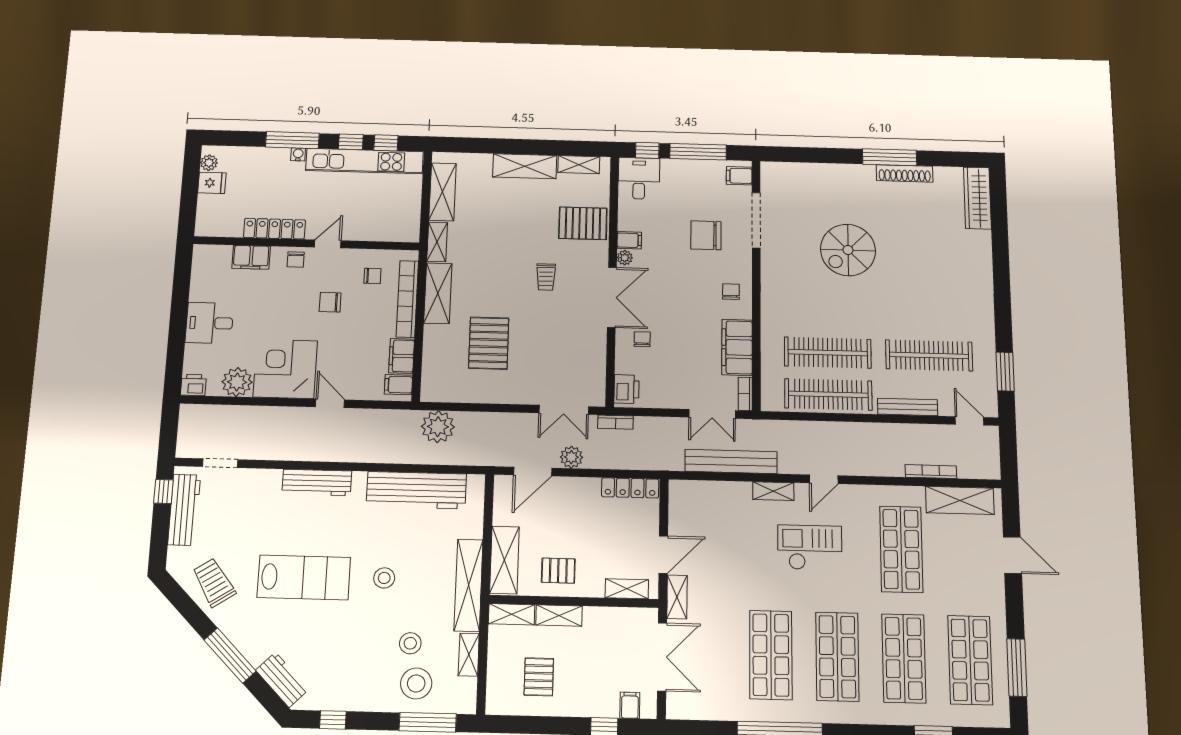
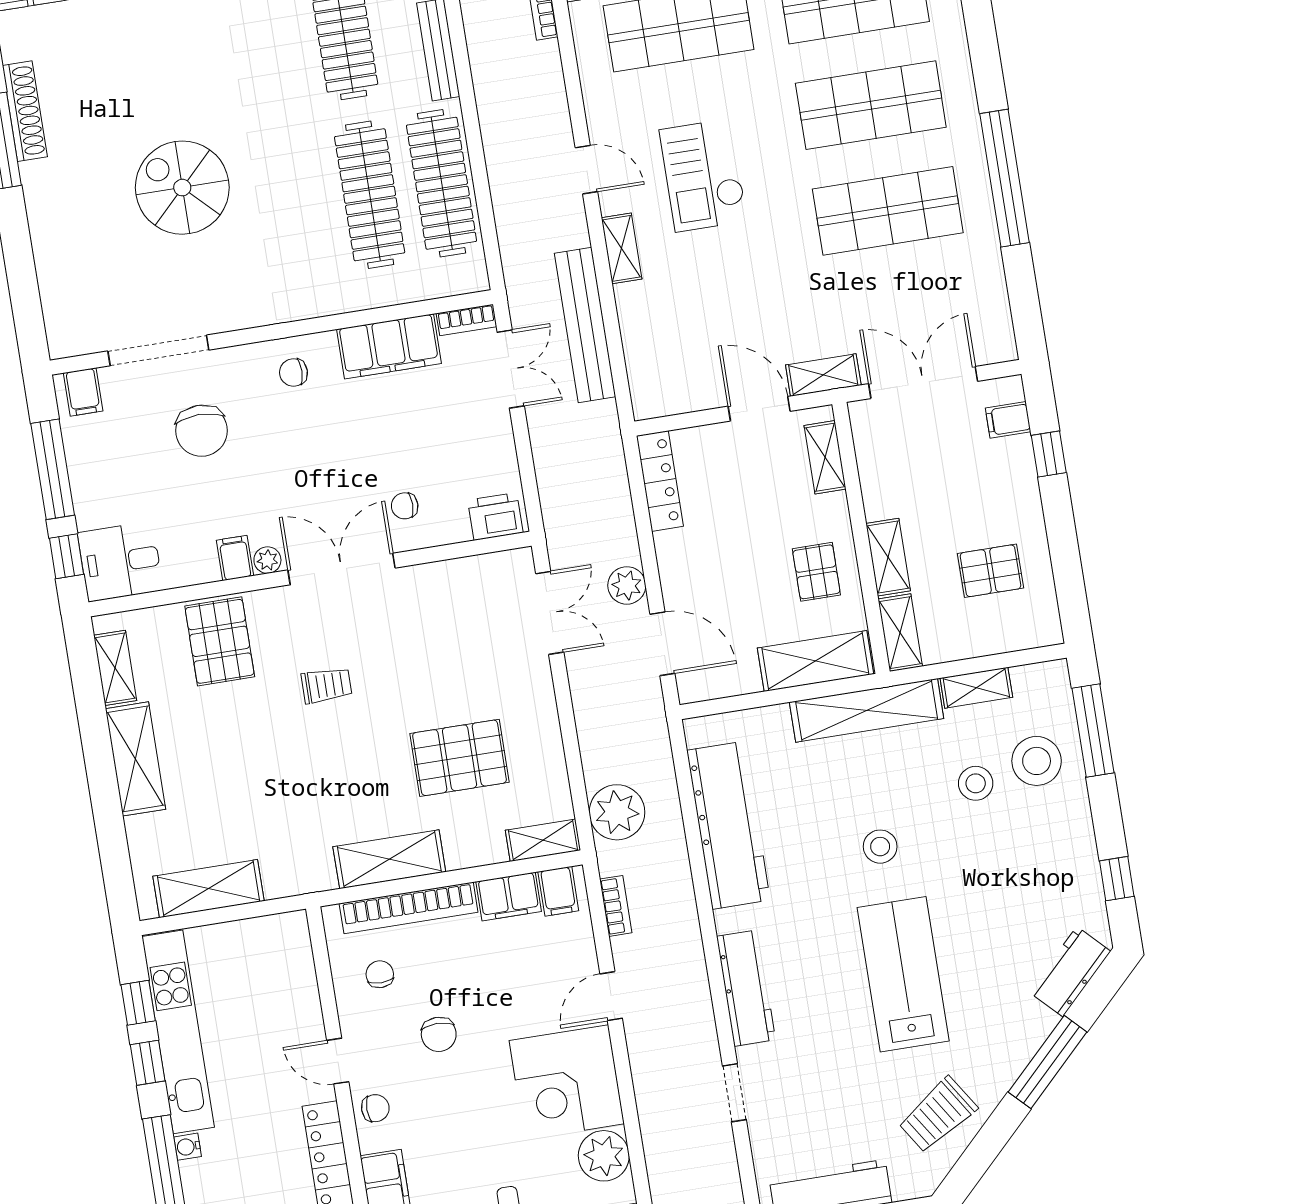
shelving: (437, 242) -> (543, 840), moved
spiral stairs: (848, 250) -> (182, 188), turned 180
bookcase: (615, 422) -> (616, 906), moved
doorway: (220, 463) -> (734, 1093), moved

